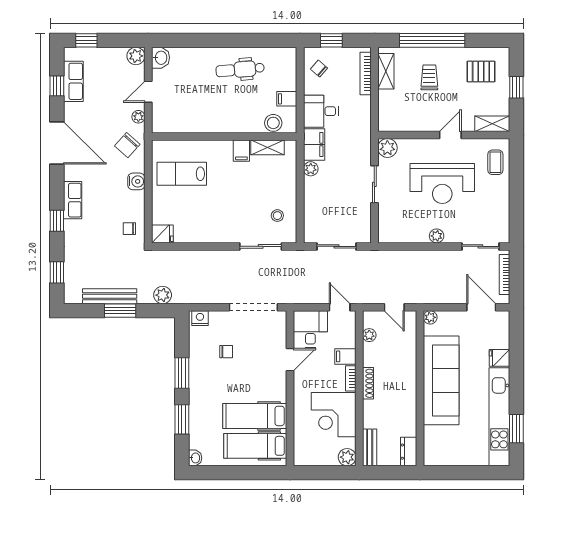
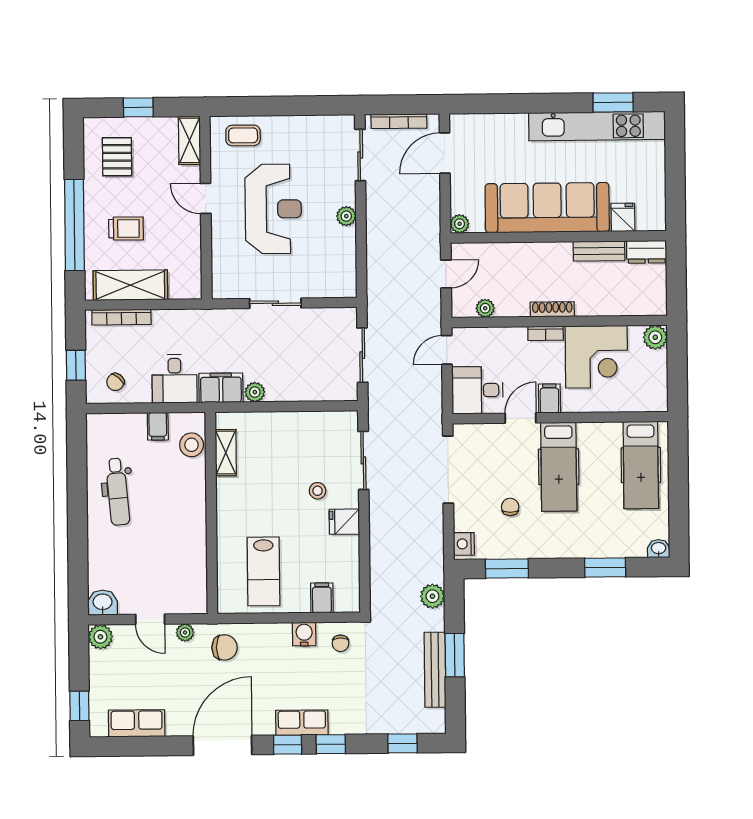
shelving: (386, 71) -> (130, 285), width x1.50, depth x1.33
trolley: (429, 77) -> (126, 228), turned 180
window: (57, 86) -> (288, 745), moved
chair: (127, 145) -> (225, 647), turned -42
plant: (387, 148) -> (225, 286), removed
filing cabinet: (241, 151) -> (322, 598), moved, turned -90
water cooler: (136, 181) -> (304, 634), moved
stool: (277, 216) -> (318, 491), moved
fridge: (162, 234) -> (344, 522), moved, turned -90
filing cabinet: (345, 356) -> (549, 399), moved, turned 180
fridge: (499, 358) -> (623, 217), moved, turned 180
door: (290, 360) -> (521, 418), hinge flipped
window: (182, 373) -> (507, 569), moved
hospital bed: (255, 416) -> (559, 467), moved
bench: (370, 447) -> (599, 251), moved

